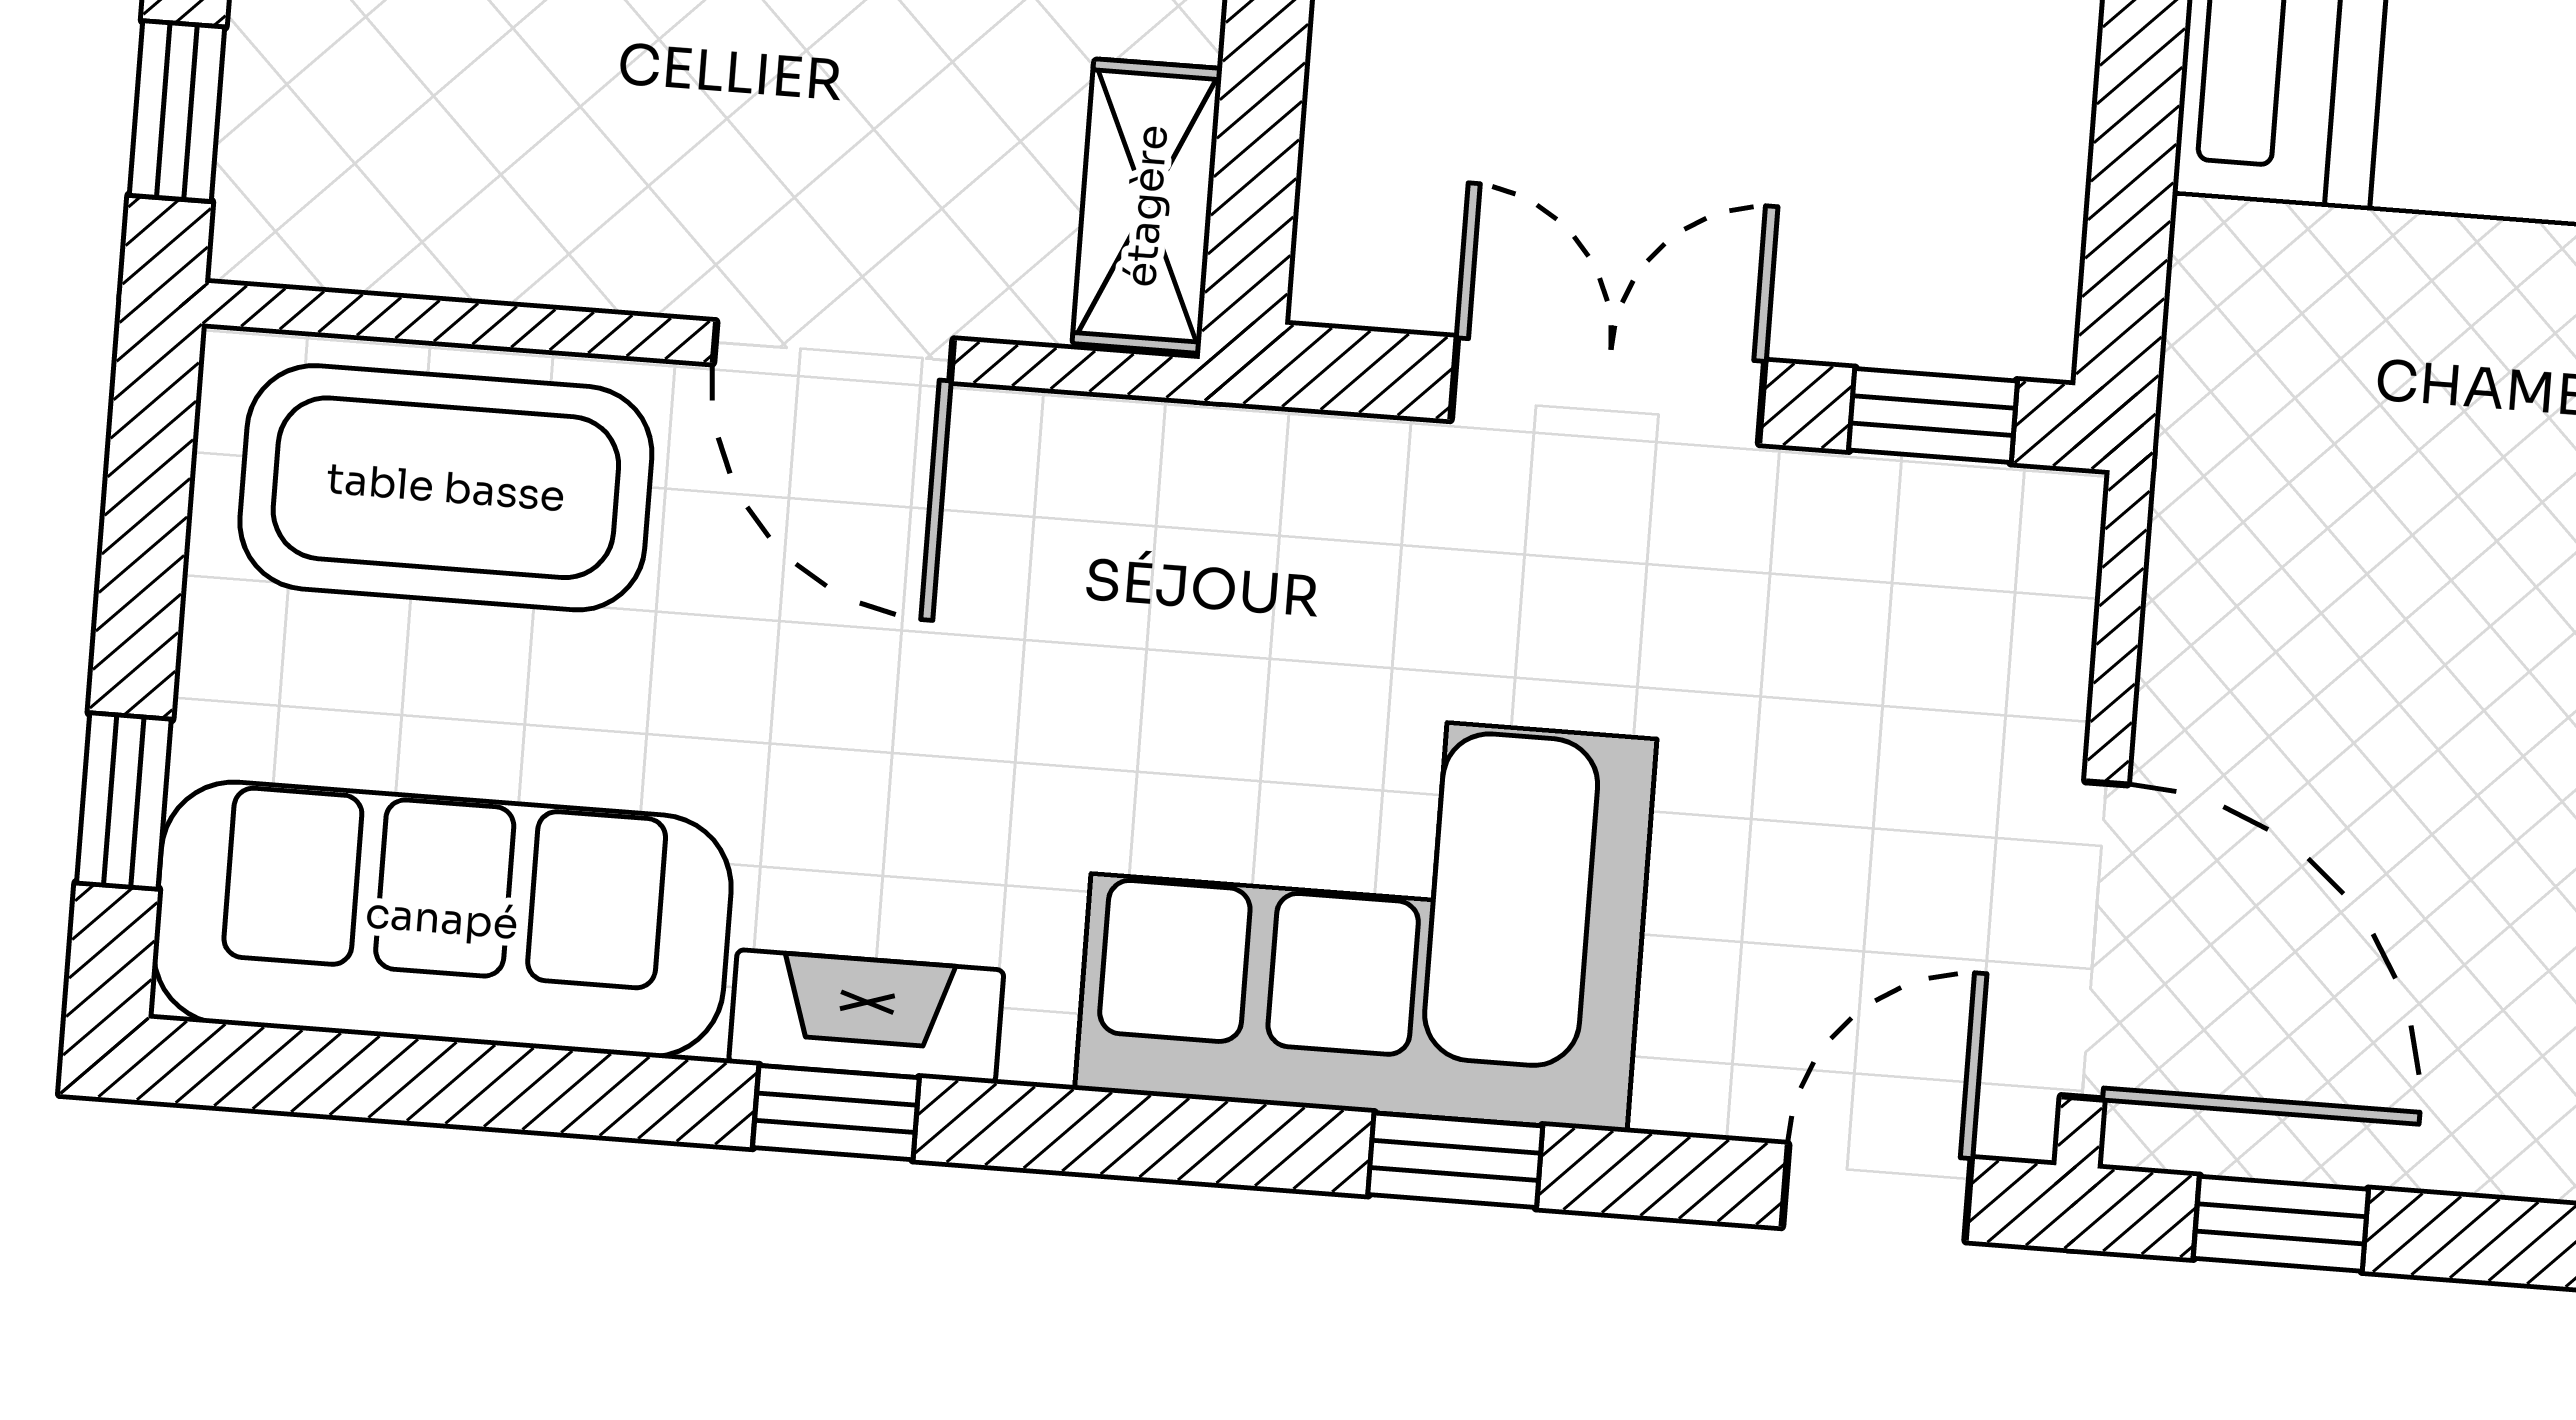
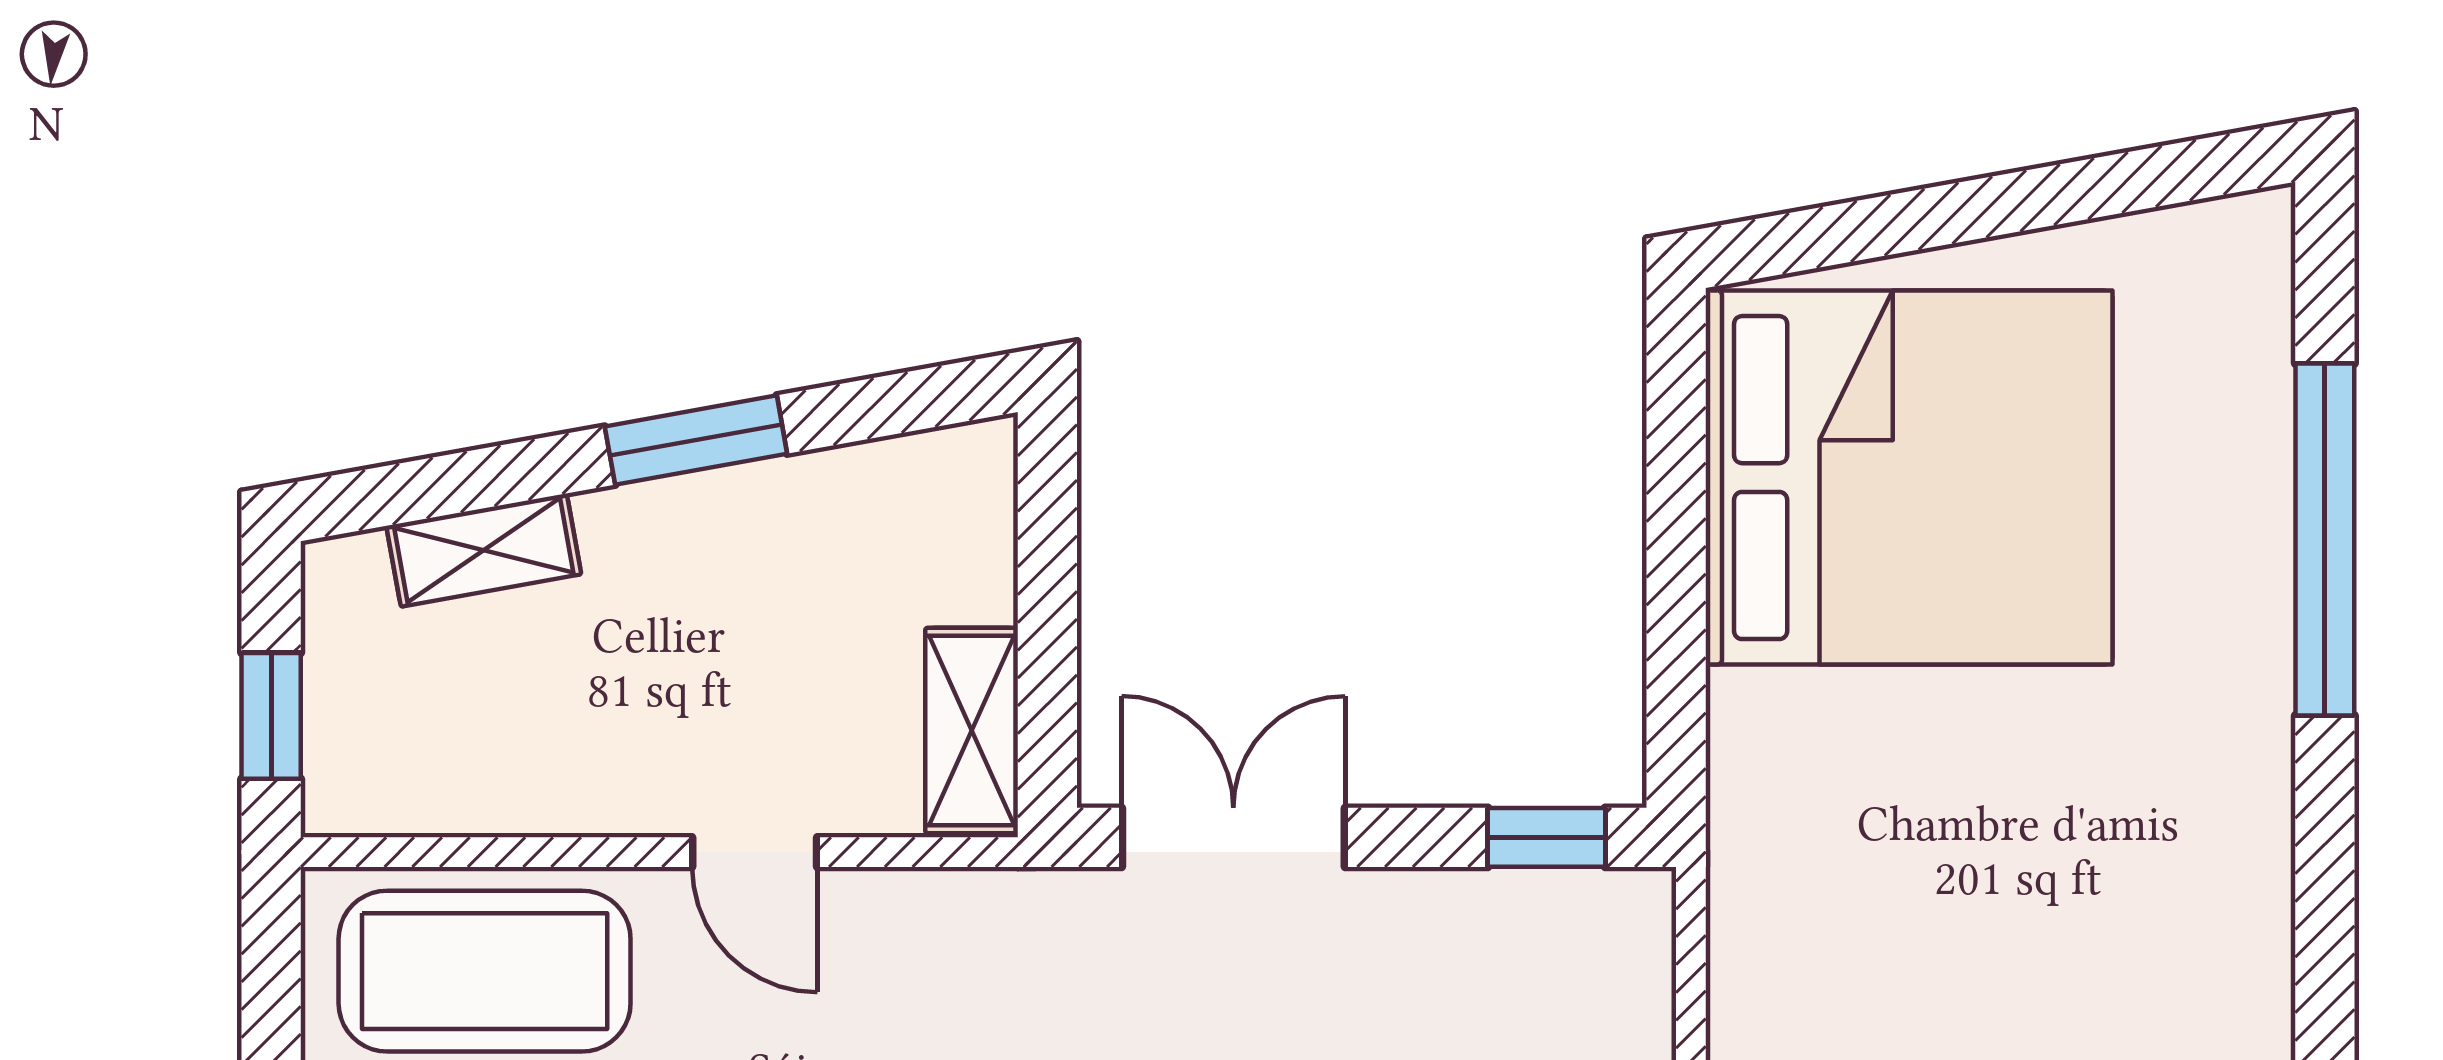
door: (833, 351) -> (755, 852), width x0.73
double door: (1608, 391) -> (1233, 837), moved

